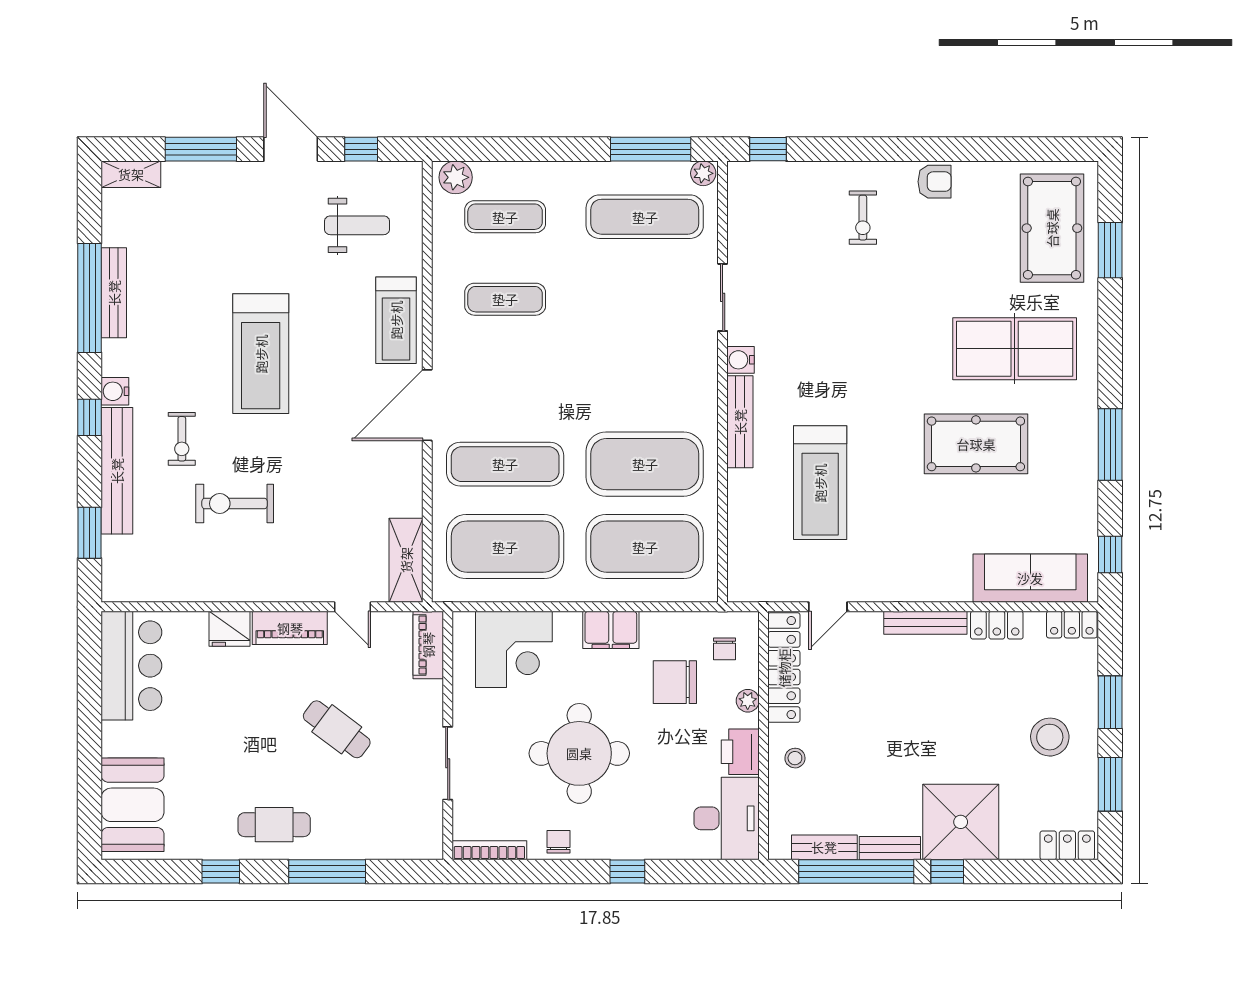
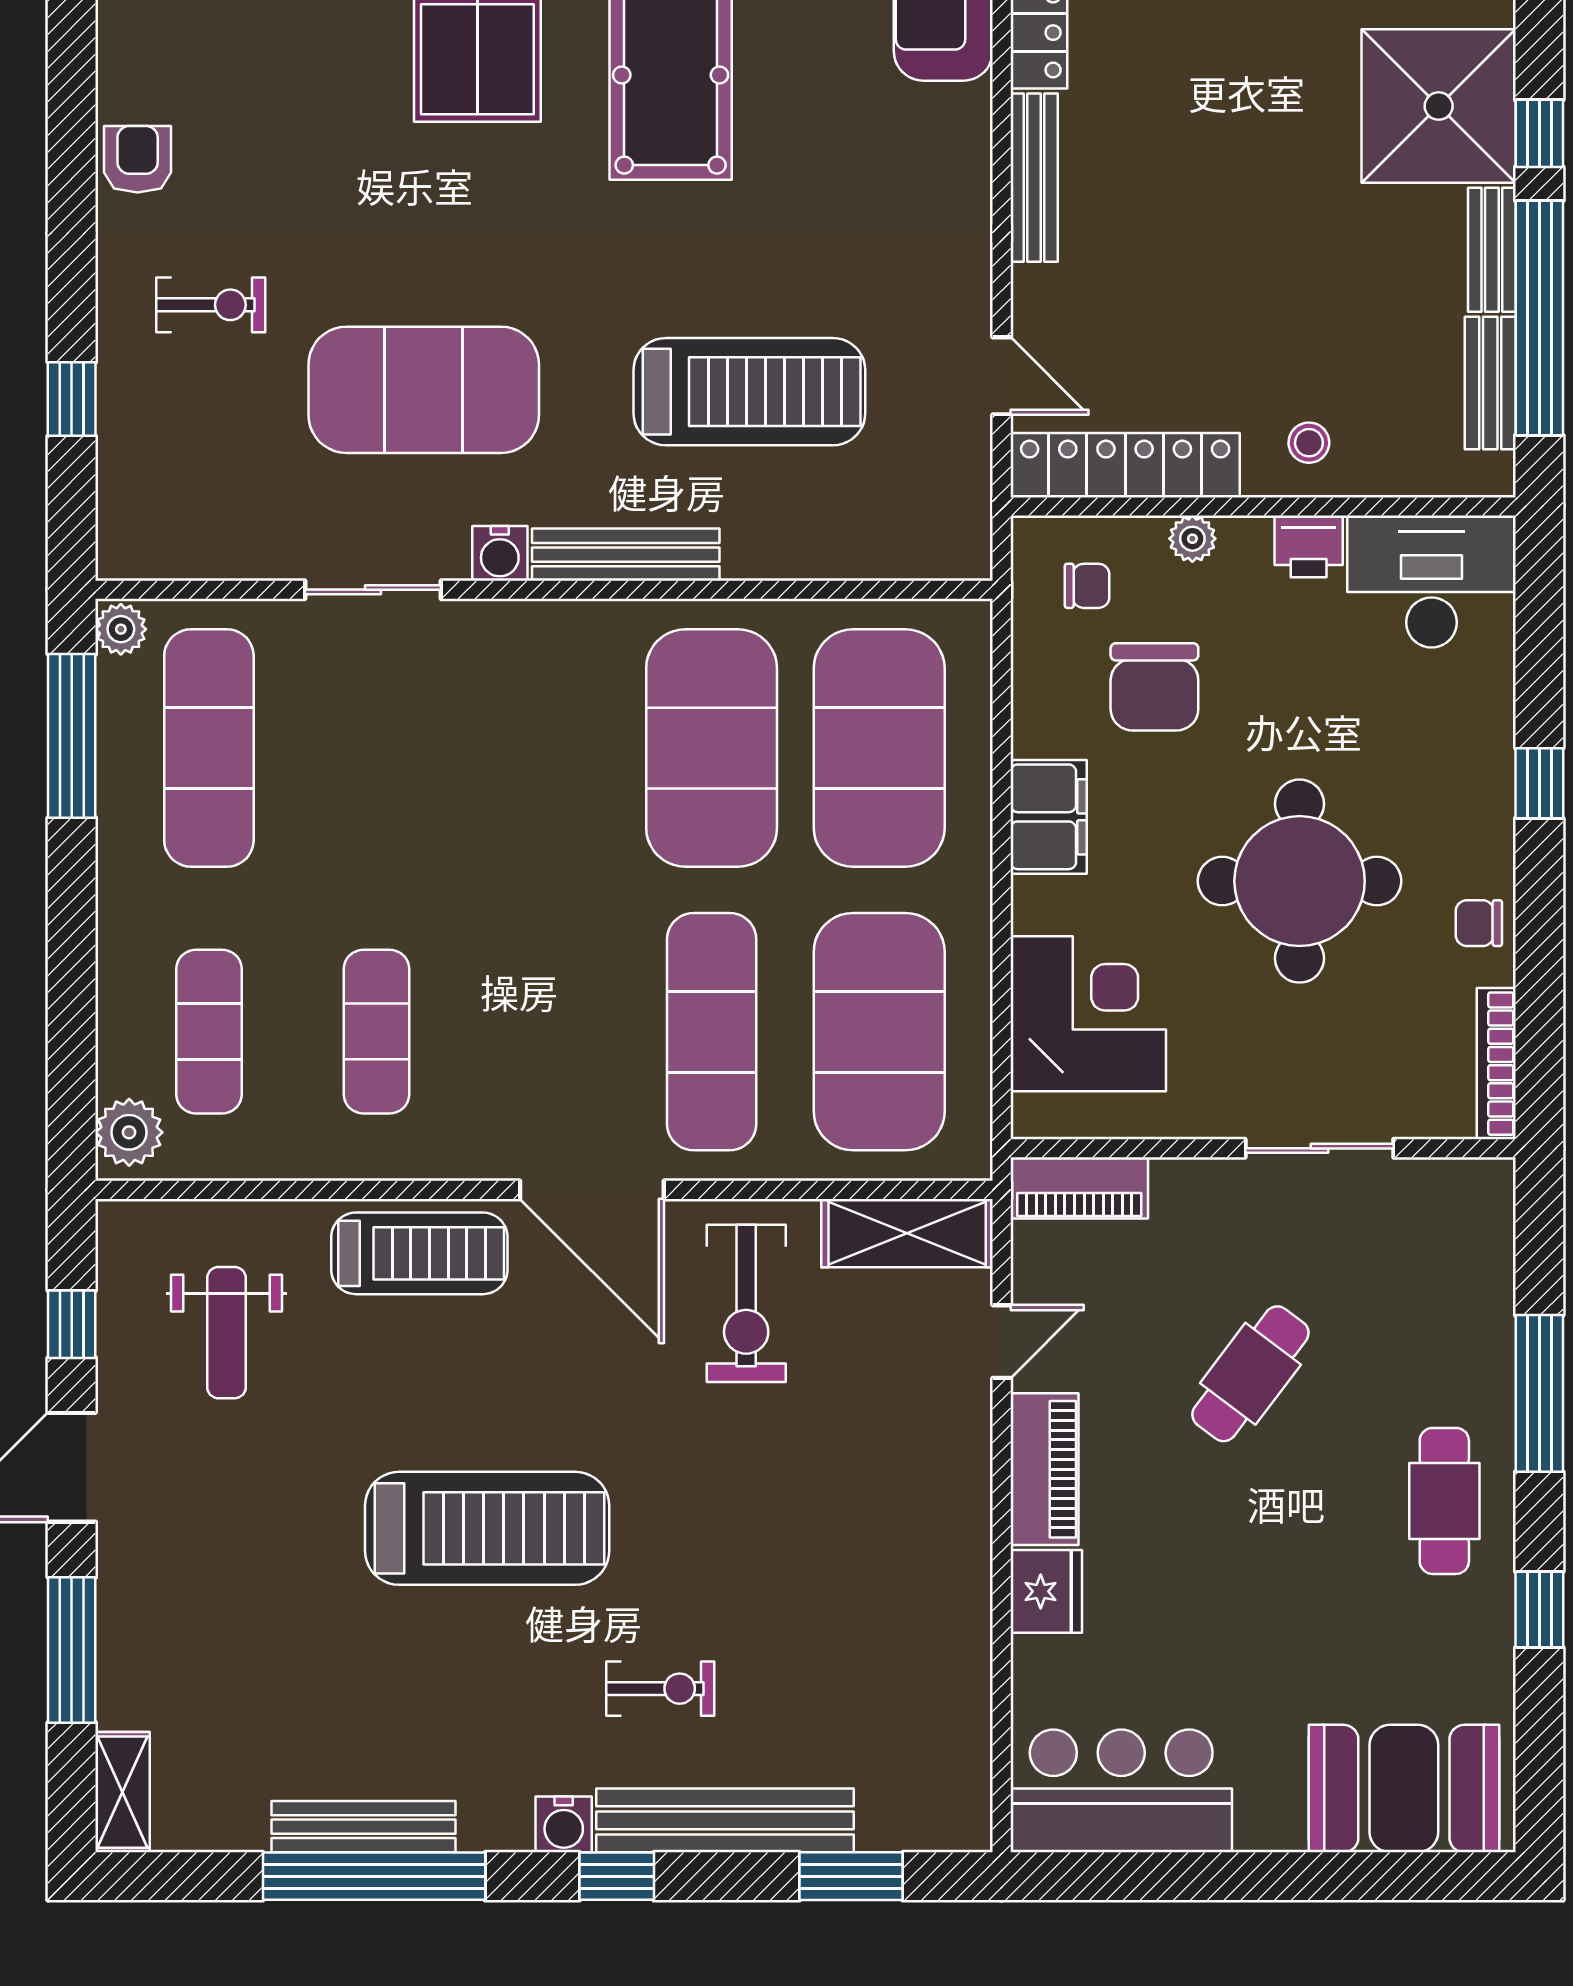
window: (768, 149) -> (72, 399), moved
weight bench: (357, 225) -> (226, 1333), turned 180
exercise mat: (821, 322) -> (424, 390), added
exercise bike: (235, 504) -> (746, 1303), moved
printer: (740, 752) -> (1309, 546), width x0.73, depth x0.81

